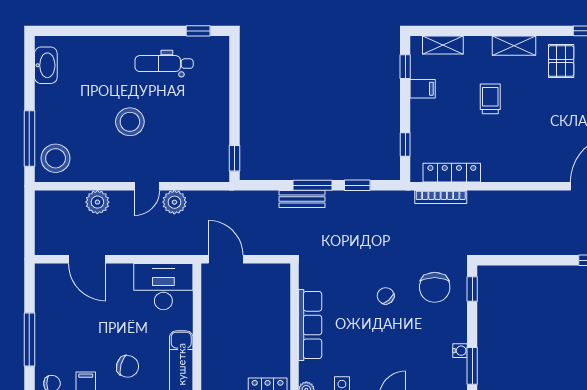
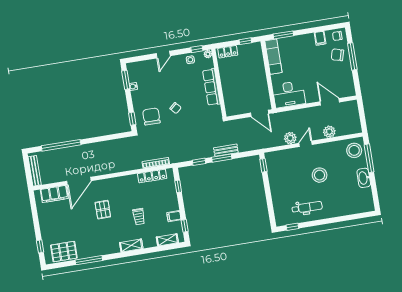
pallet: (561, 61) -> (103, 210), moved
washbasin: (46, 65) -> (364, 178), moved
chair: (128, 366) -> (337, 55), moved

